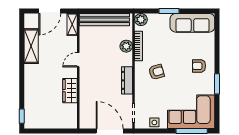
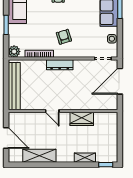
shelving: (72, 24) -> (85, 158), moved
plant: (126, 46) -> (39, 65), removed
dresser: (127, 80) -> (60, 65), moved

